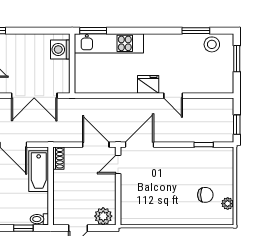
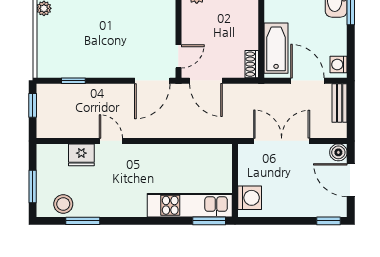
fridge: (148, 84) -> (81, 155), moved
chair: (205, 195) -> (71, 19), removed

